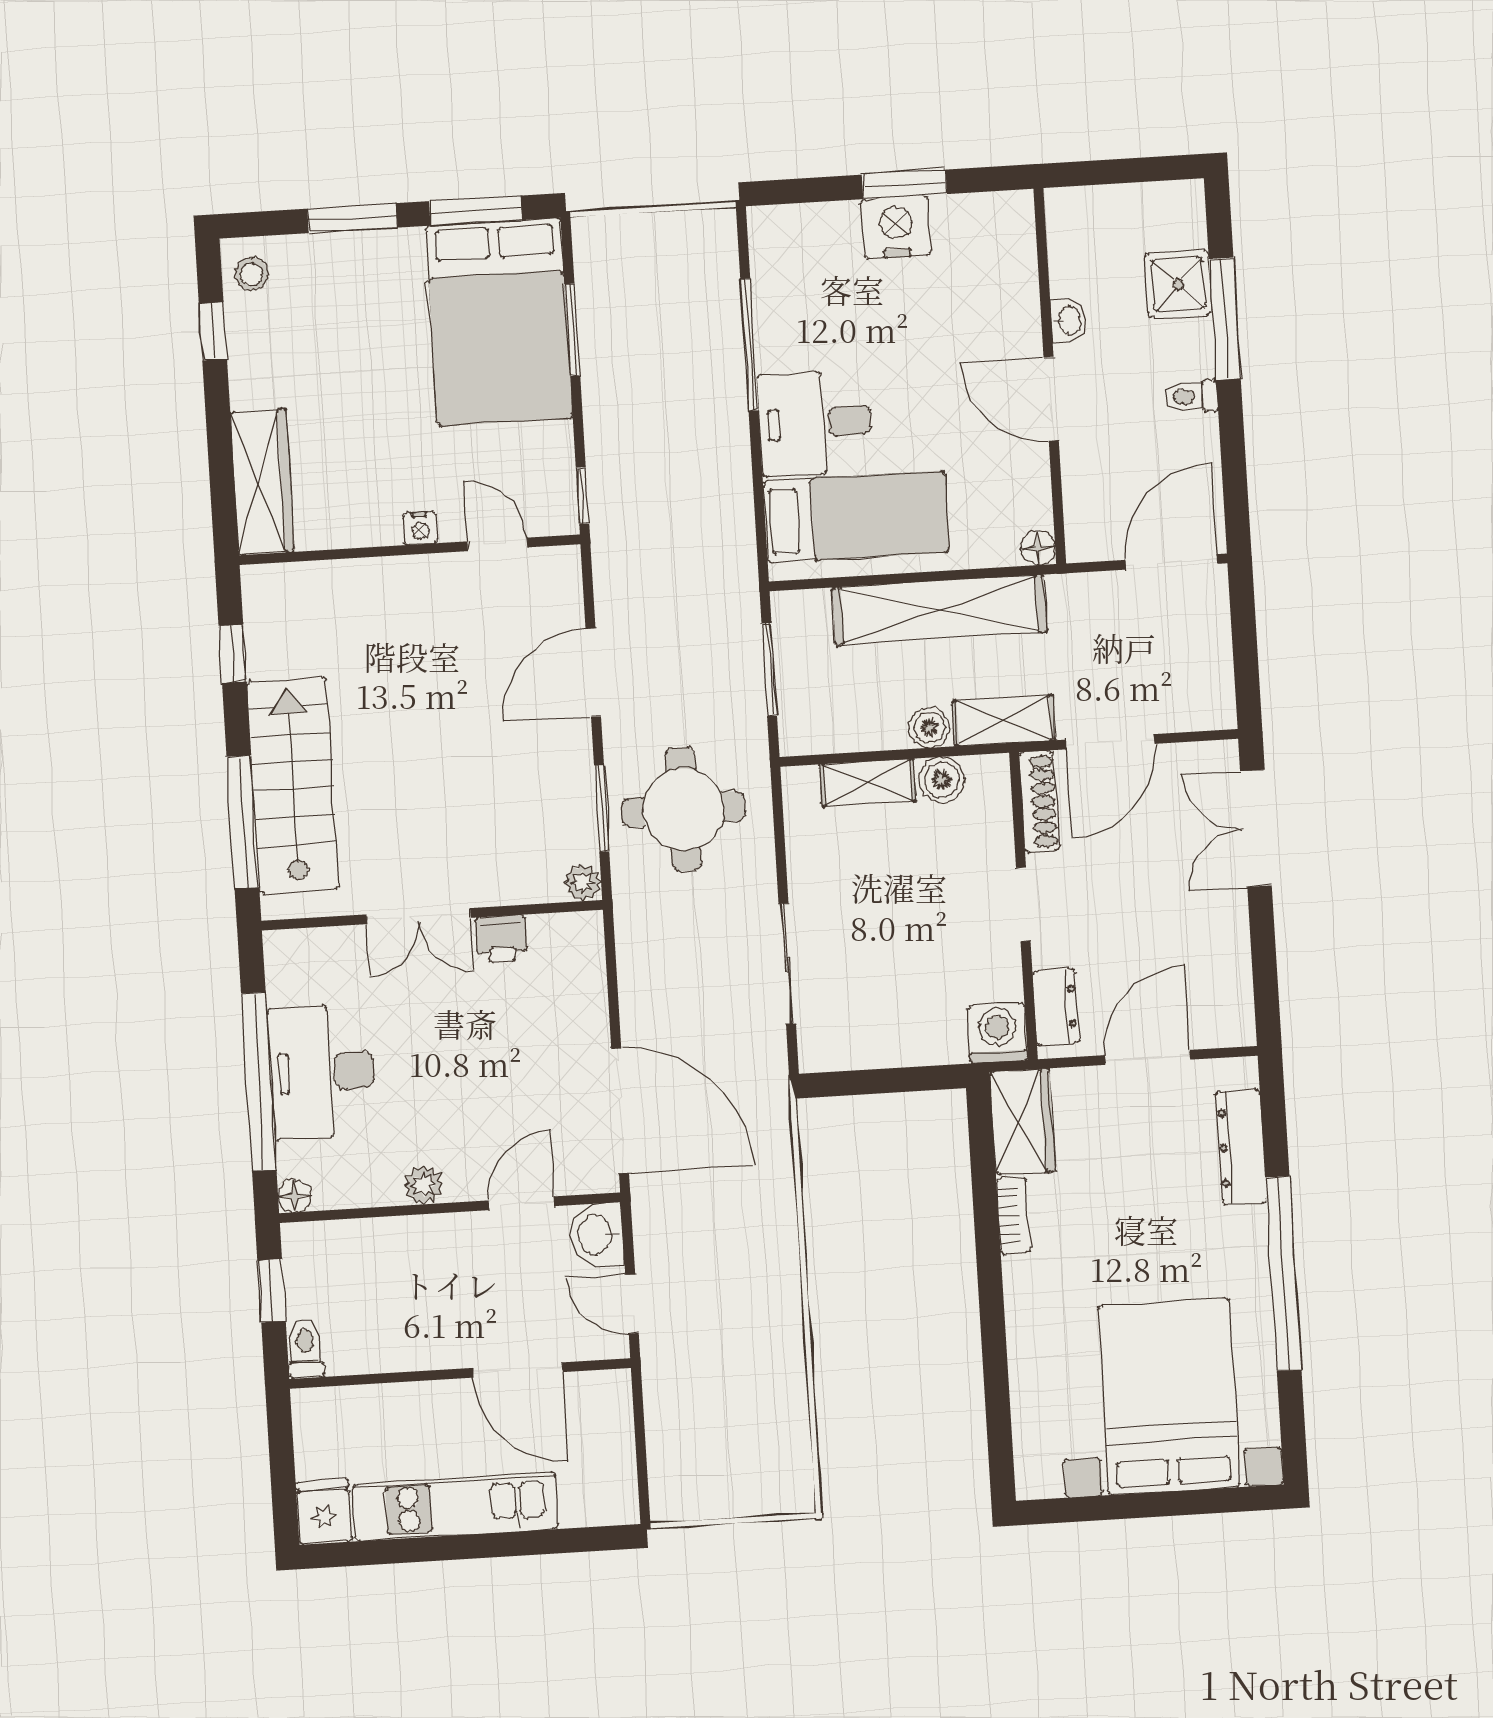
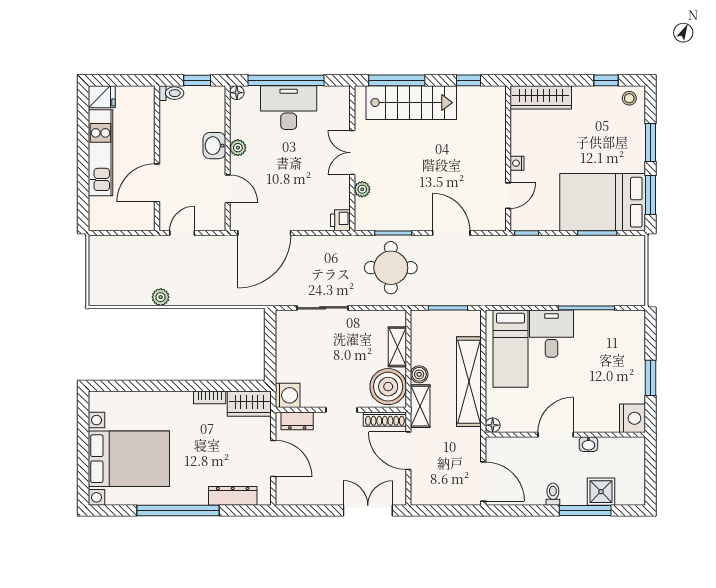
nightstand: (896, 227) -> (632, 418), moved
boiler: (942, 780) -> (388, 387), width x1.86, depth x1.86
plant: (583, 883) -> (362, 189), moved
printer: (501, 939) -> (340, 220), moved
washbasin: (596, 1235) -> (214, 146), moved, turned -90
plant: (785, 1345) -> (161, 297), added

